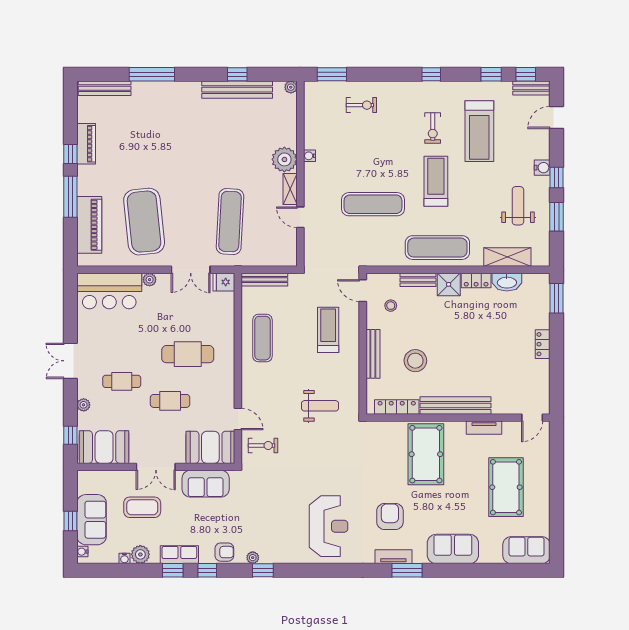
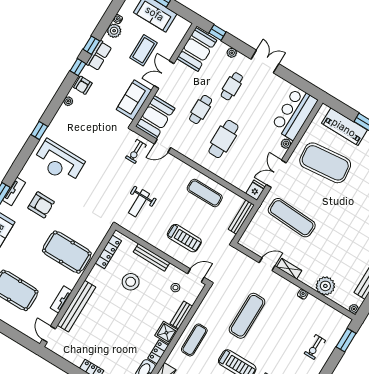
plant: (284, 159) -> (325, 286), moved
exercise mat: (437, 248) -> (194, 340), width x0.73, depth x0.69
bench: (456, 405) -> (77, 306), moved
window: (263, 570) -> (39, 130), moved

